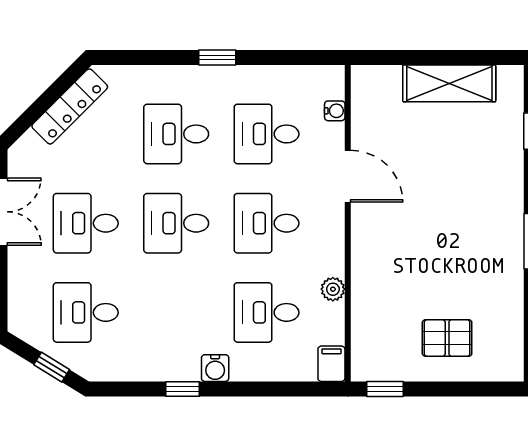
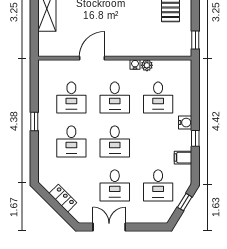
locker: (70, 106) -> (63, 198), width x0.66
water cooler: (335, 111) -> (135, 64), moved
filing cabinet: (331, 364) -> (183, 158), moved

